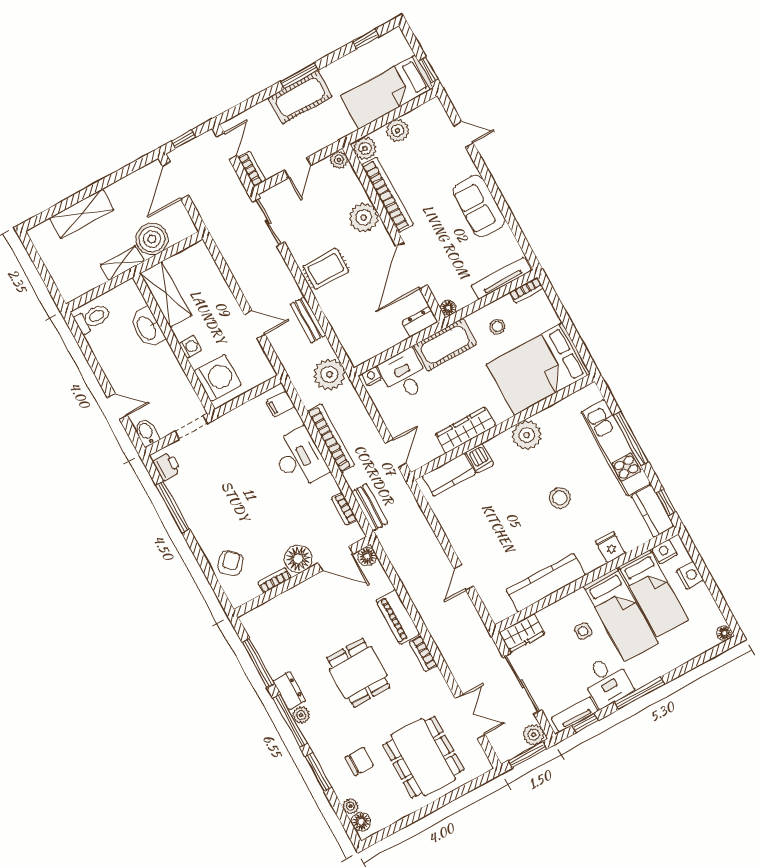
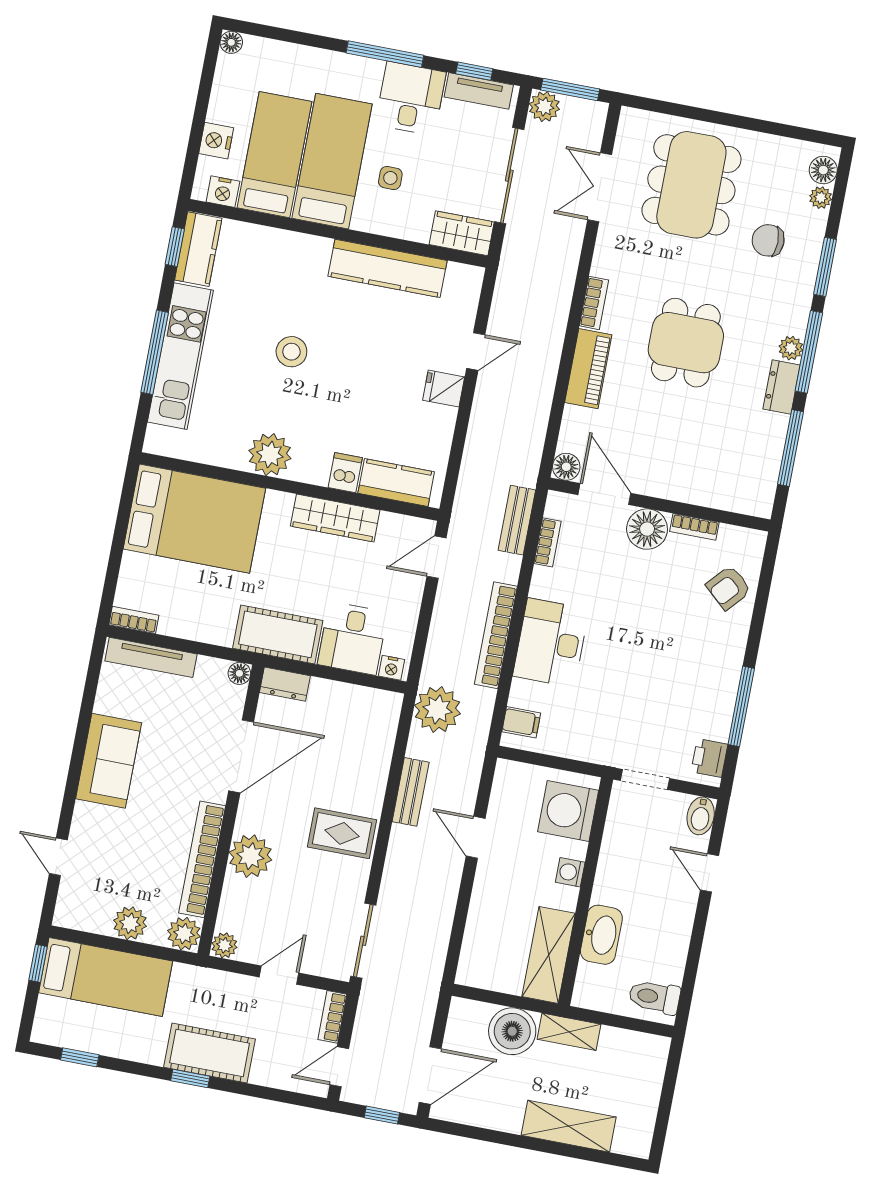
window: (299, 76) -> (190, 1079), width x0.67
stool: (497, 327) -> (201, 606), removed
fridge: (610, 547) -> (444, 389), moved, turned 90

